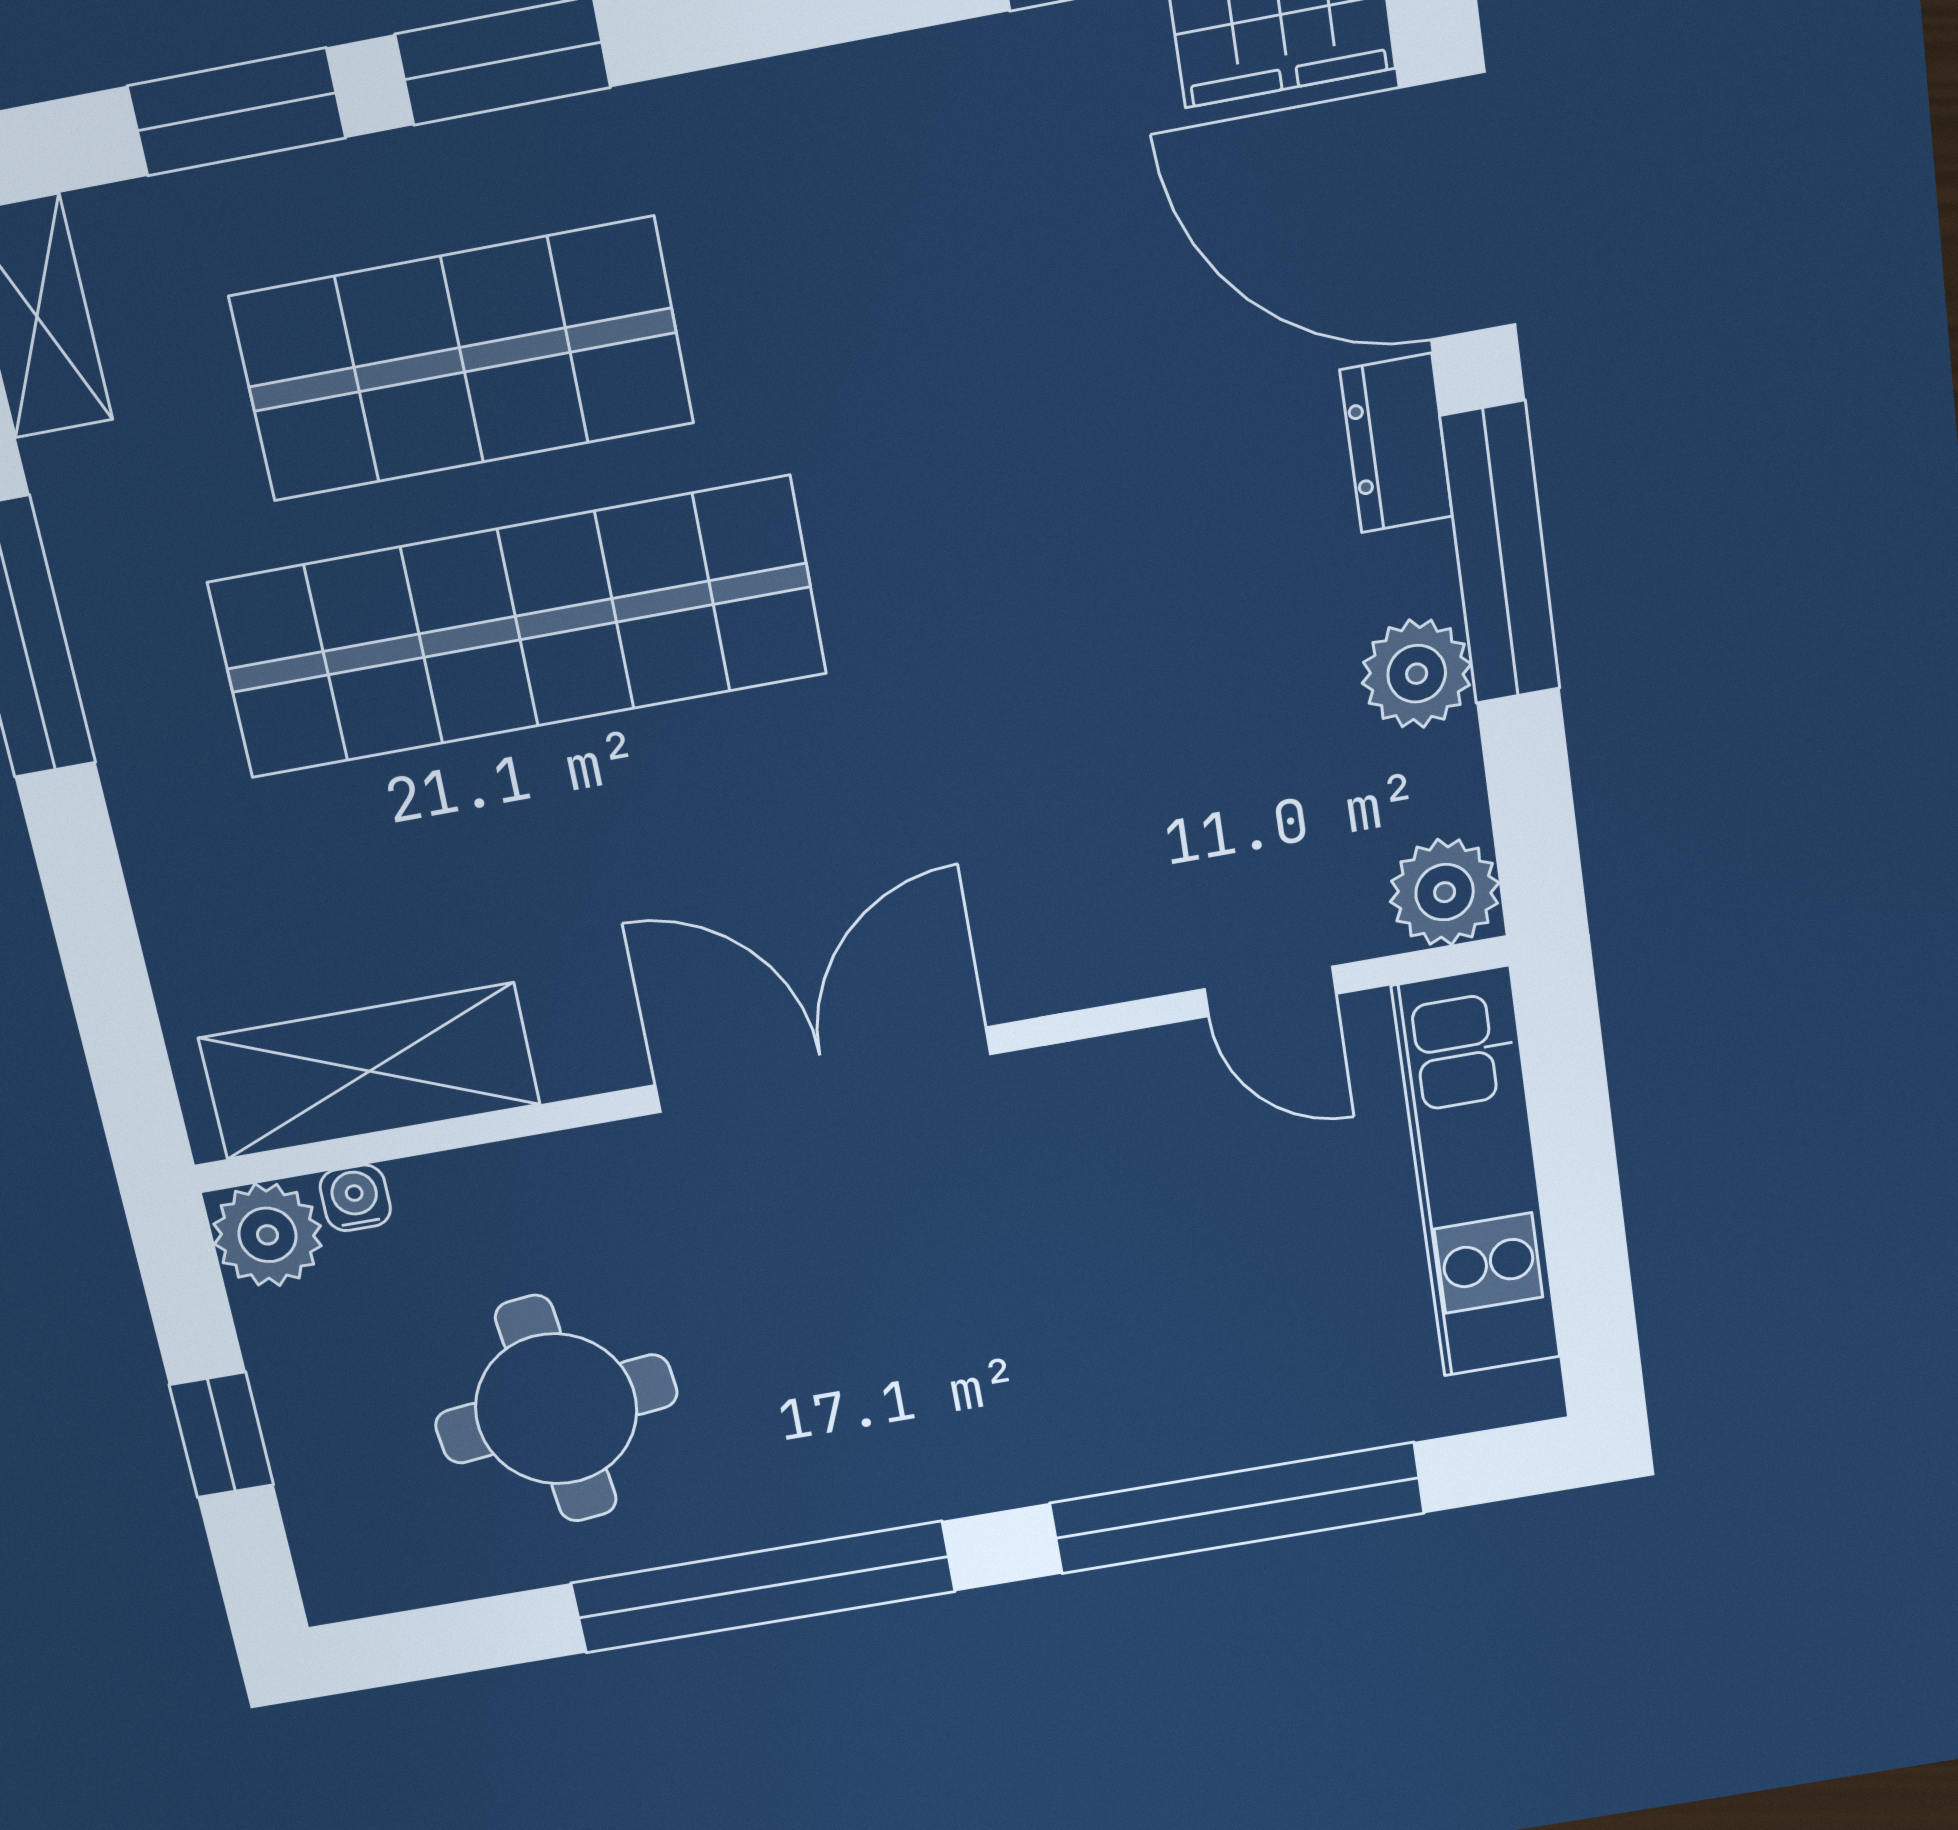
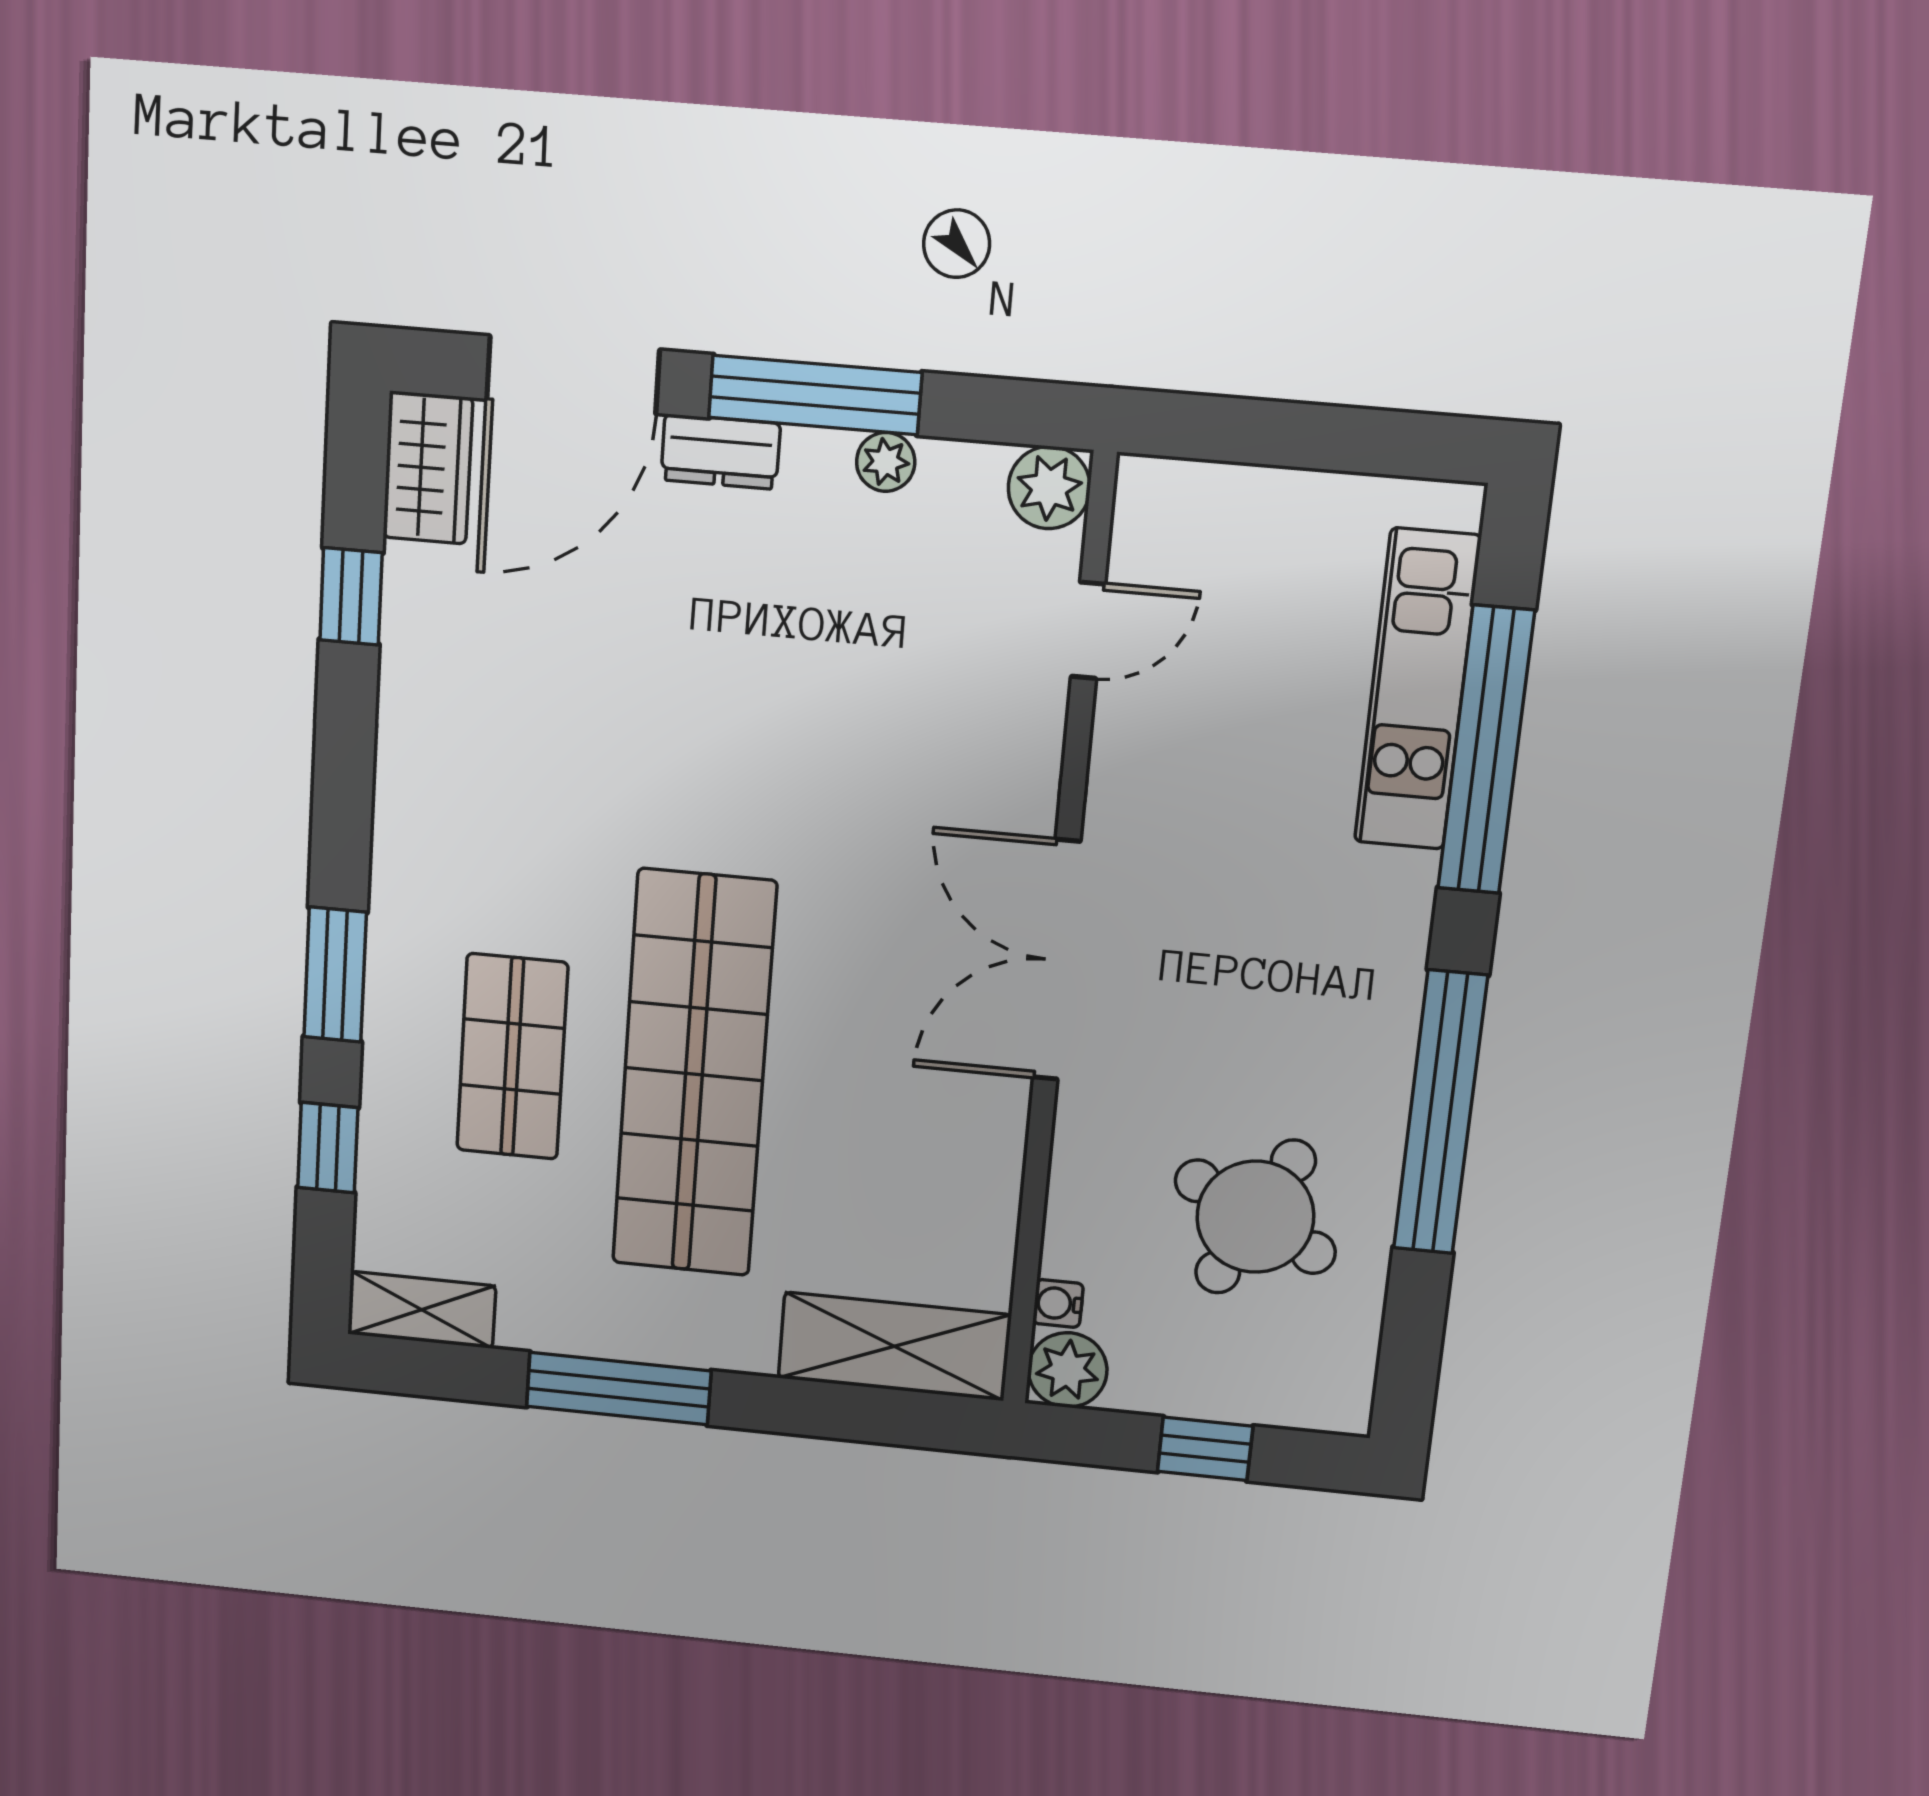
window: (237, 112) -> (328, 1148), width x0.67
shop shelf: (462, 360) -> (512, 1057), width x0.70, depth x0.74
plant: (1417, 674) -> (886, 462), width x0.73, depth x0.73
shelving: (369, 1071) -> (894, 1346), moved, turned 90
kitchen unit: (1477, 1174) -> (1417, 690), moved, turned 90
round table: (556, 1409) -> (1255, 1217), turned 33

